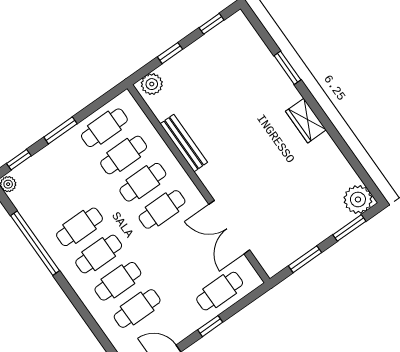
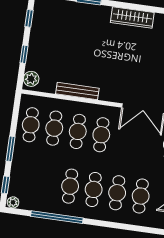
wardrobe: (306, 121) -> (132, 18), width x1.50

